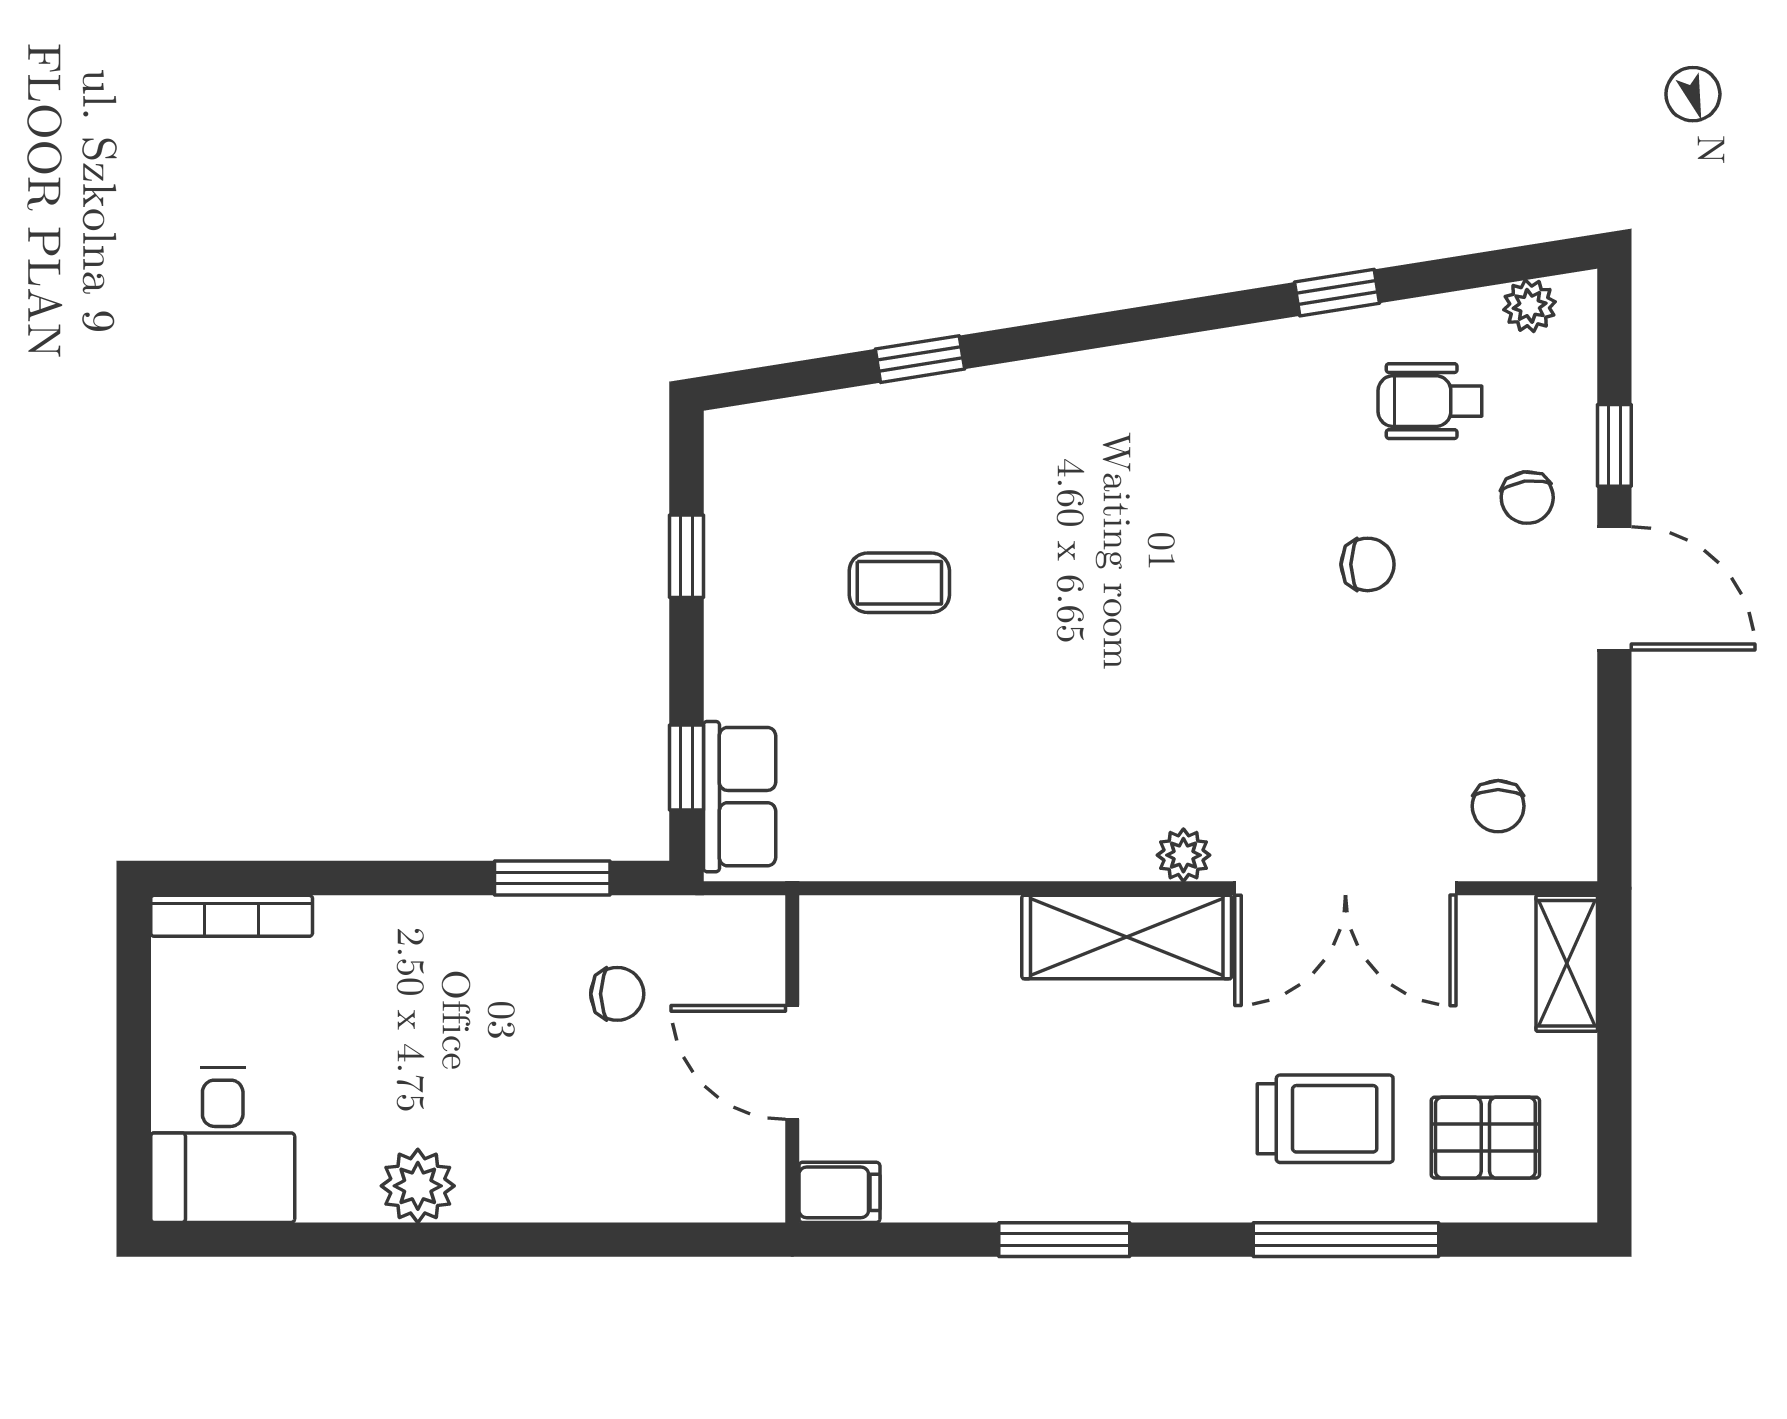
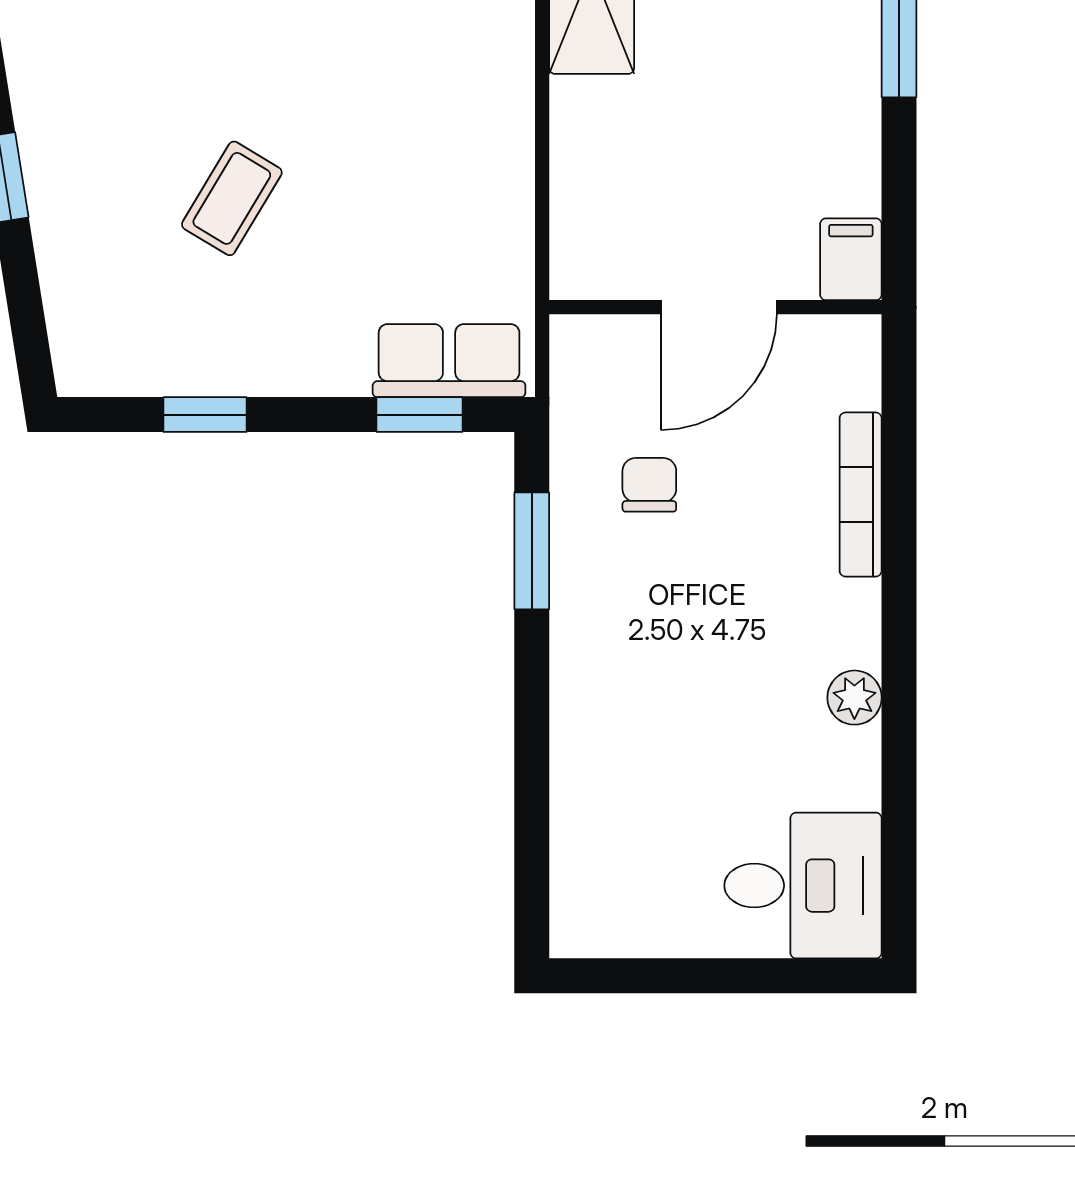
coffee table: (899, 583) -> (232, 198), turned 31
bookcase: (232, 916) -> (861, 494), moved, turned 180
plant: (418, 1186) -> (854, 698), width x0.73, depth x0.73

